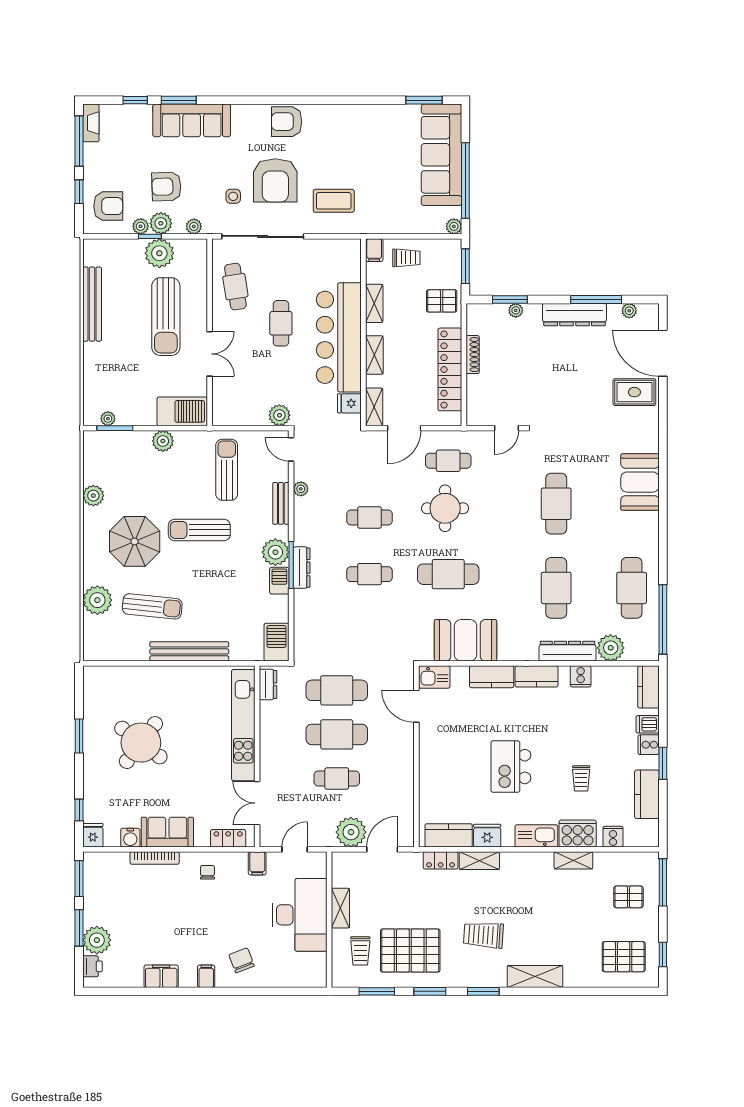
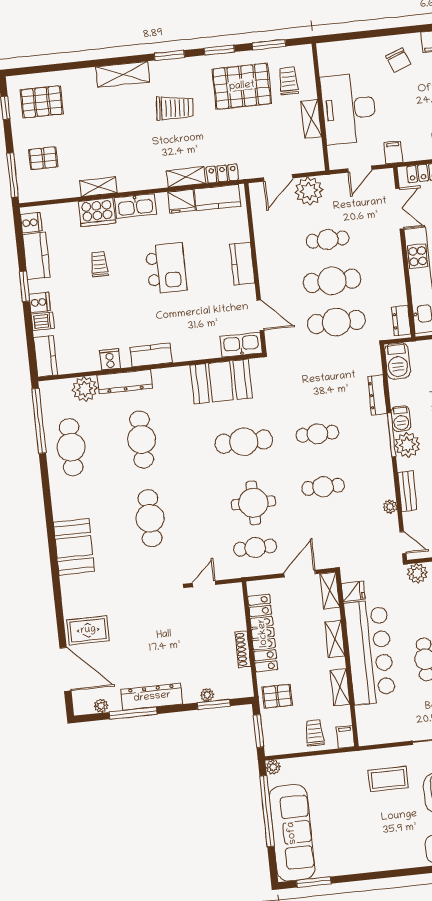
trolley: (406, 258) -> (314, 733), turned 90
dresser: (302, 568) -> (377, 395), moved
kitchen sink: (434, 677) -> (241, 345), width x1.38
kitchen counter: (492, 677) -> (242, 264), moved, turned -90
cooker: (613, 837) -> (31, 223), moved, turned -90

